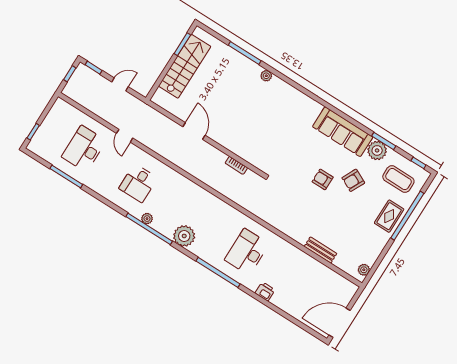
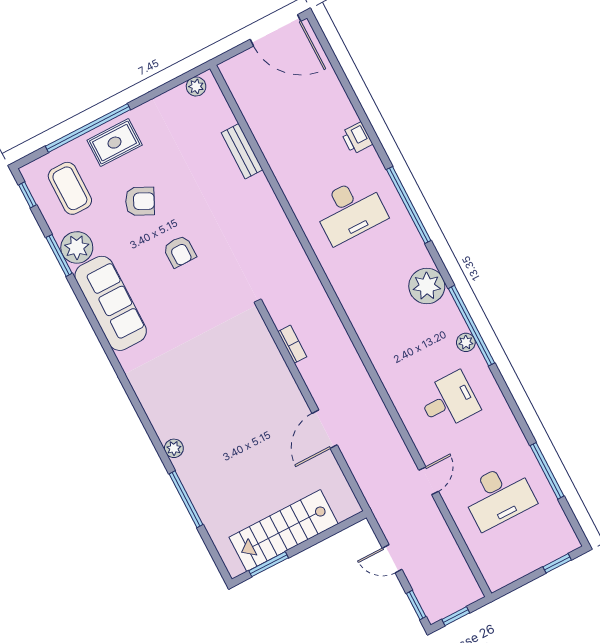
armchair: (353, 180) -> (140, 201), moved

